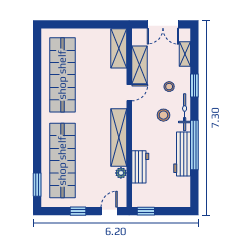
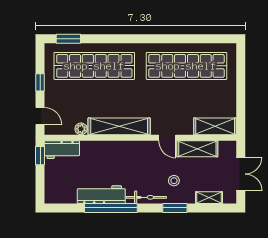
double door: (163, 24) -> (241, 174), swing flipped
stool: (163, 115) -> (143, 175), removed
workbench: (140, 167) -> (62, 150), moved

